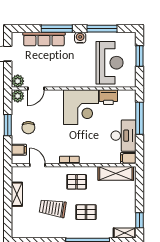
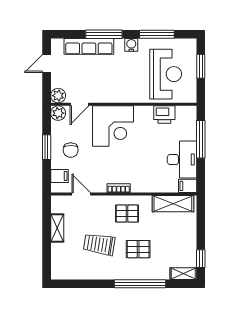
corner desk: (81, 107) -> (113, 126), moved

